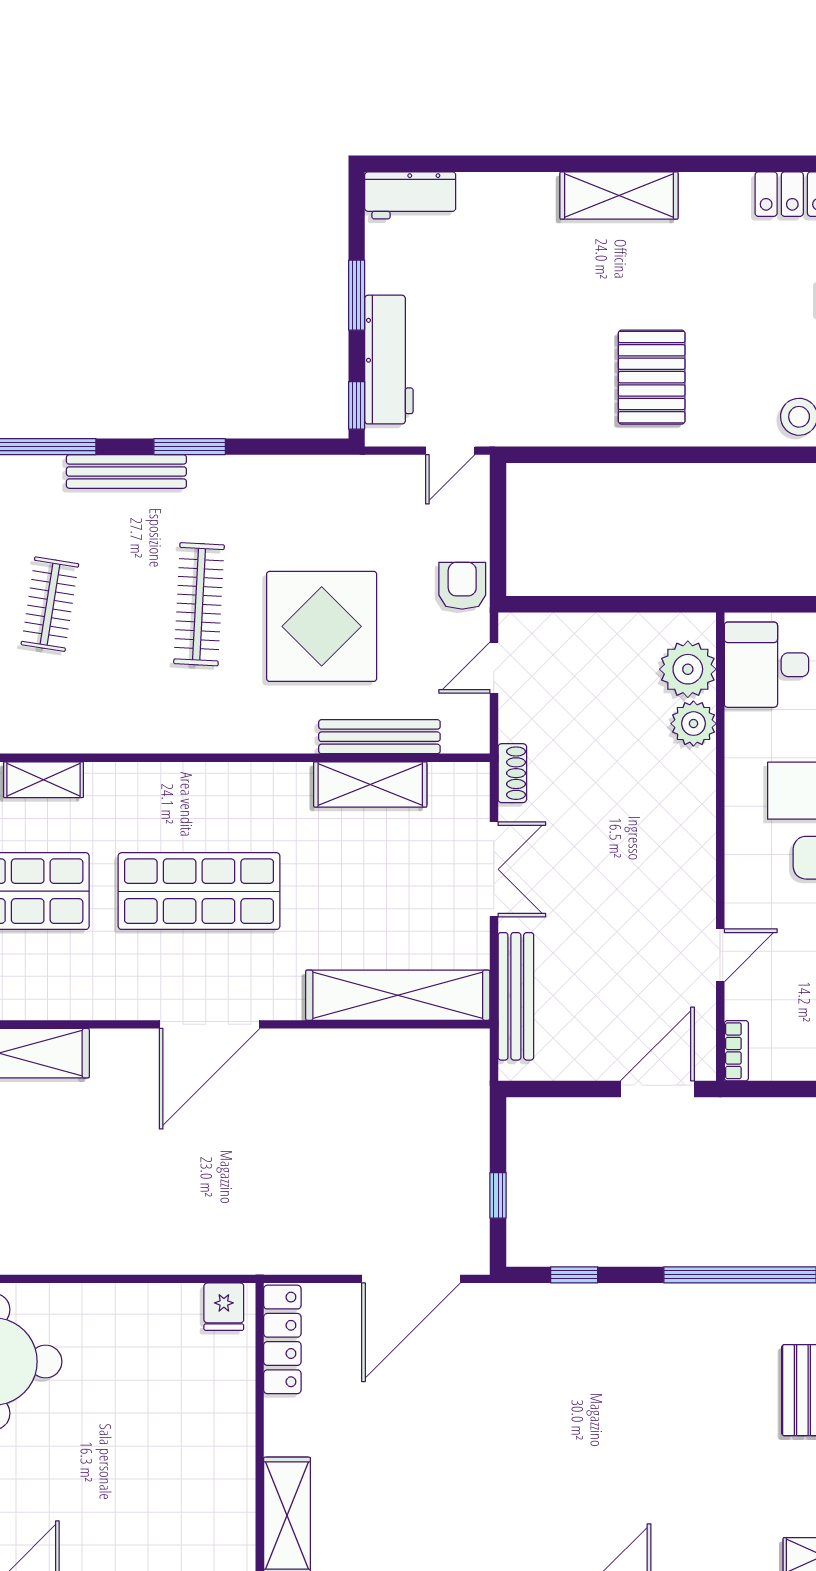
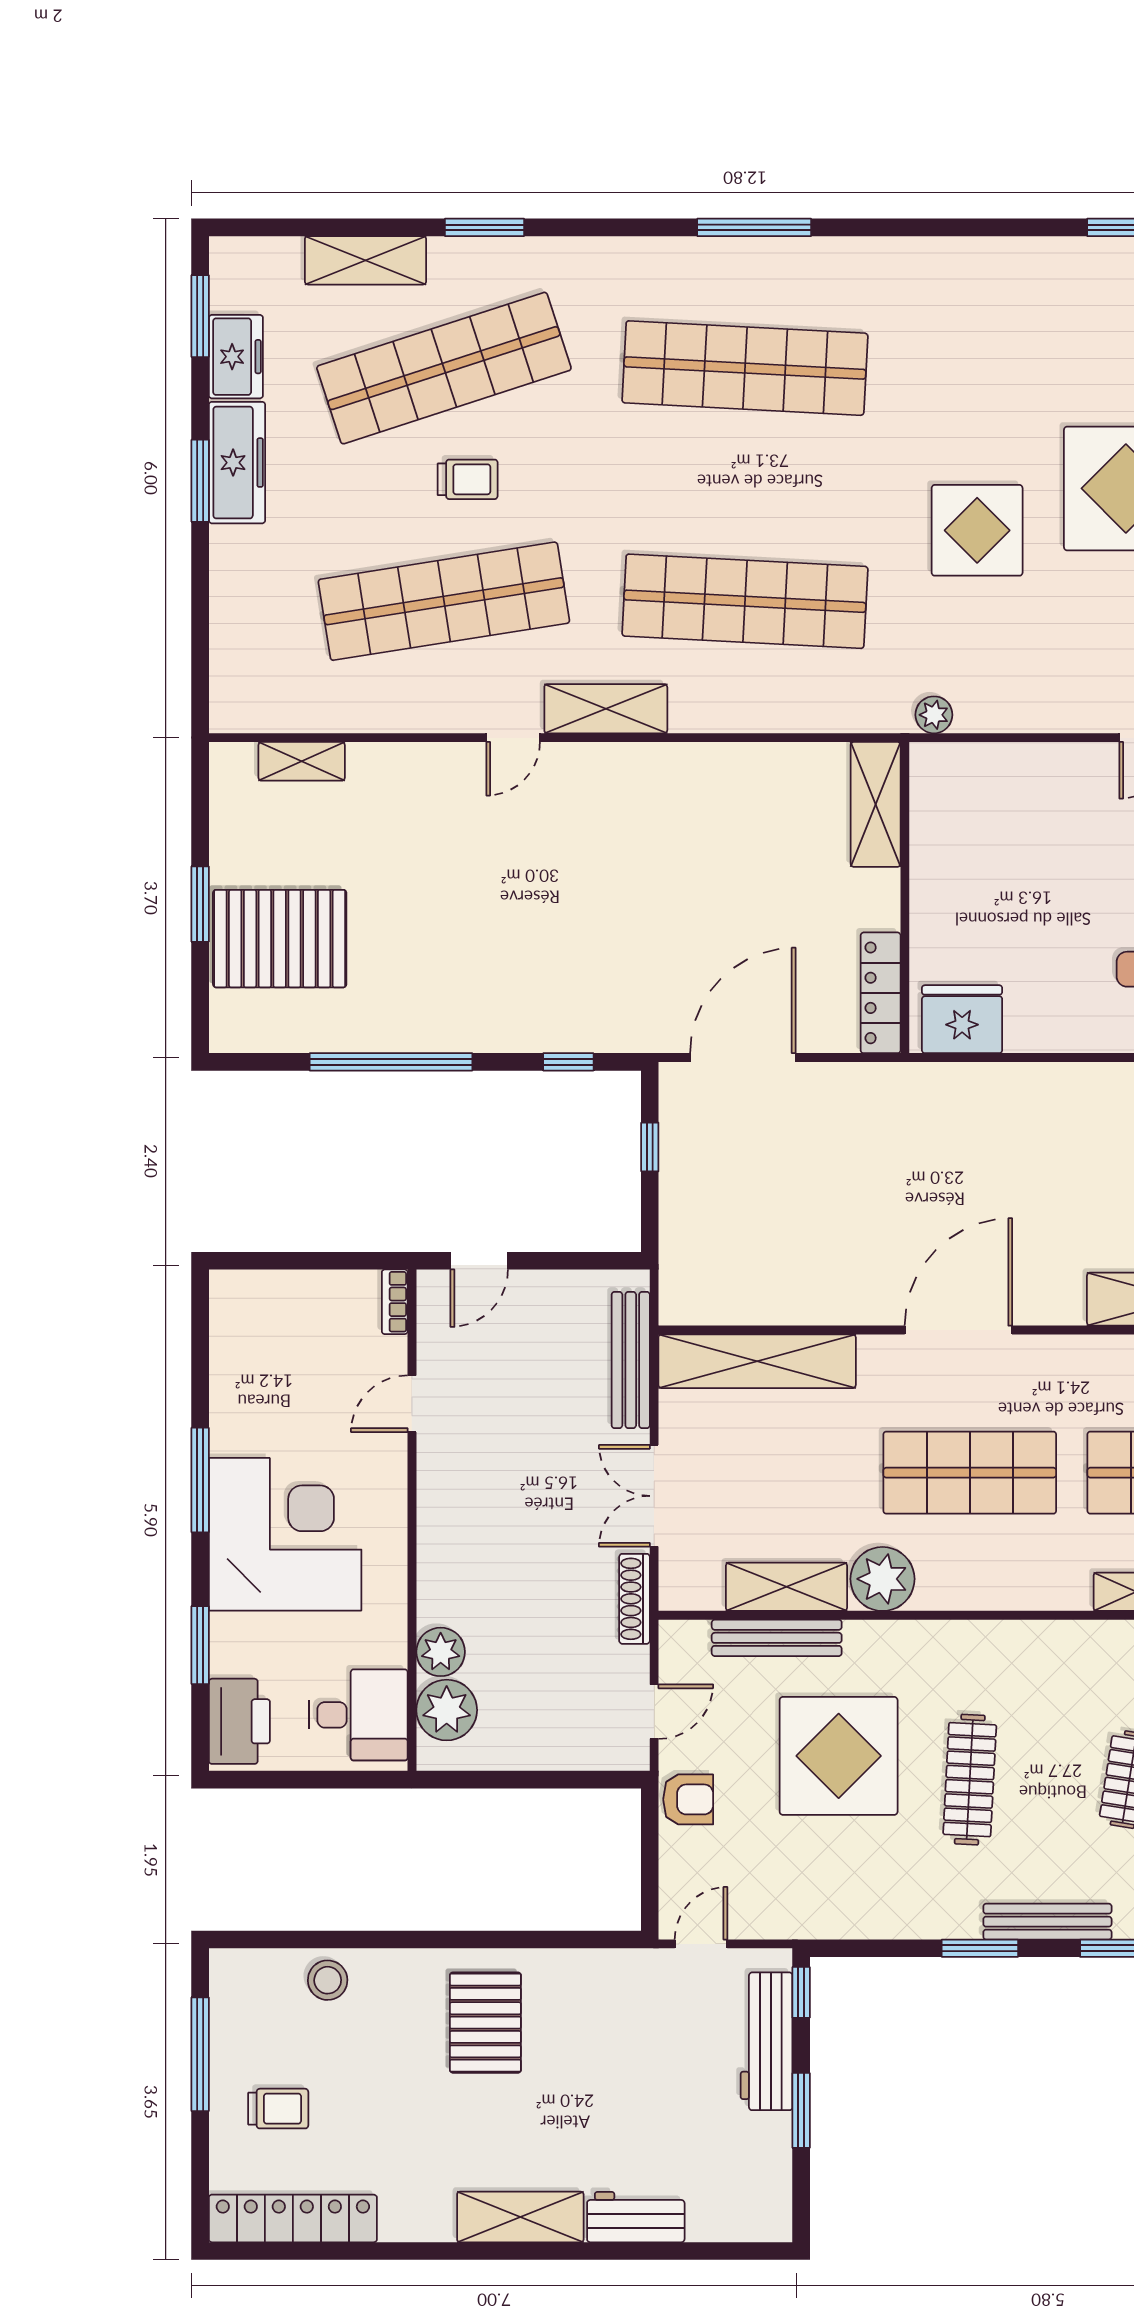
workbench: (410, 195) -> (636, 2217), moved
armchair: (462, 586) -> (688, 1799), turned -90
shoe rack: (512, 773) -> (635, 1599), width x1.43
plant: (281, 792) -> (883, 1579), added
door: (657, 1089) -> (479, 1261), width x0.73
fridge: (224, 1307) -> (962, 1019), width x1.88, depth x1.34

